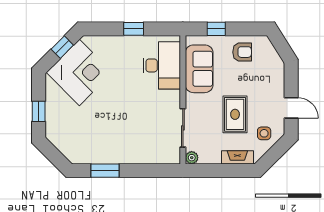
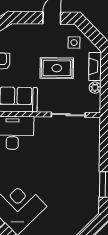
plant: (192, 158) -> (95, 88), moved

